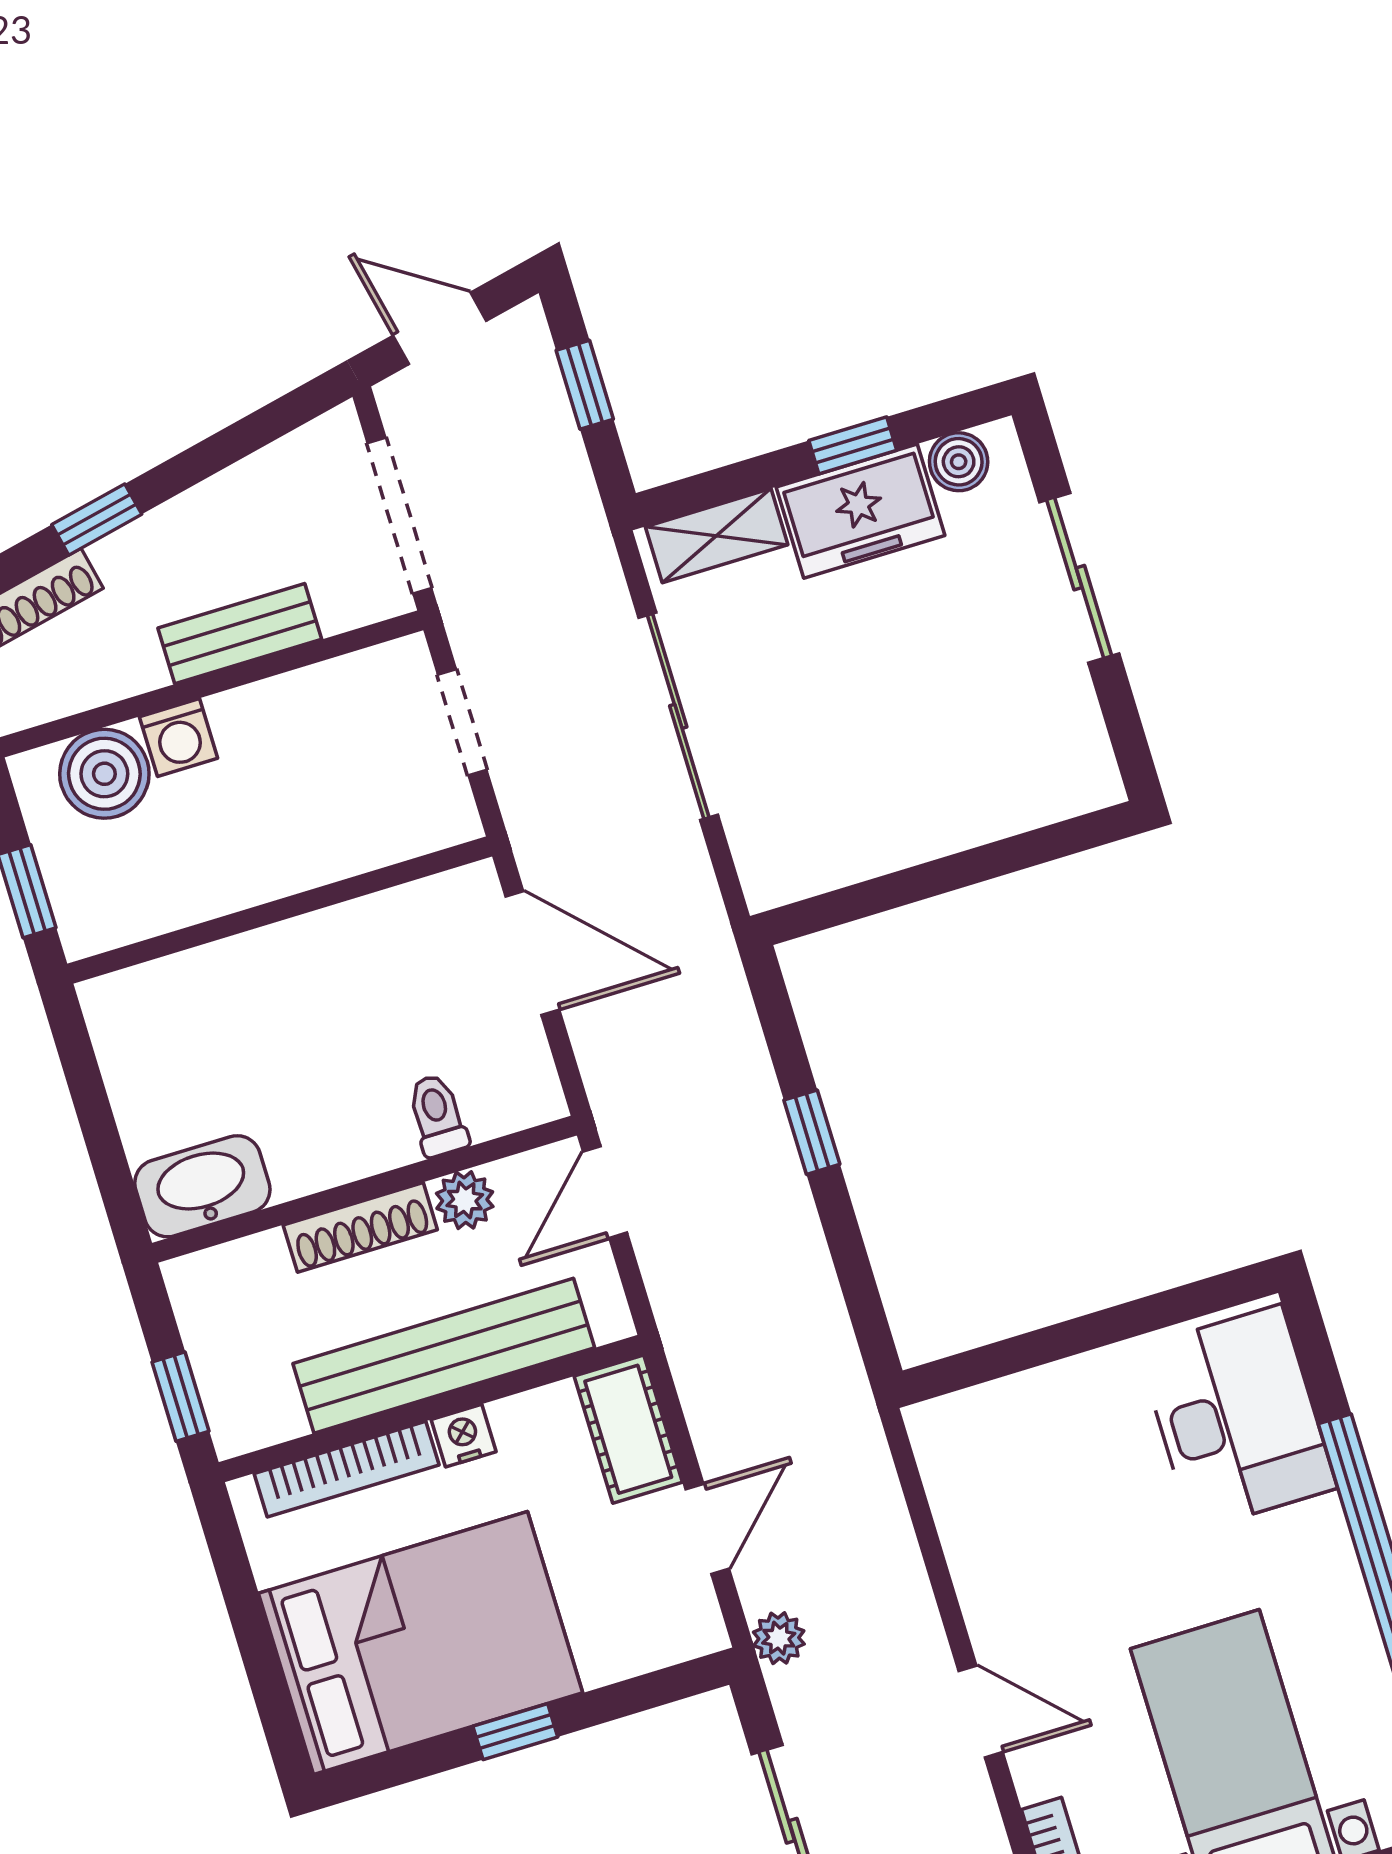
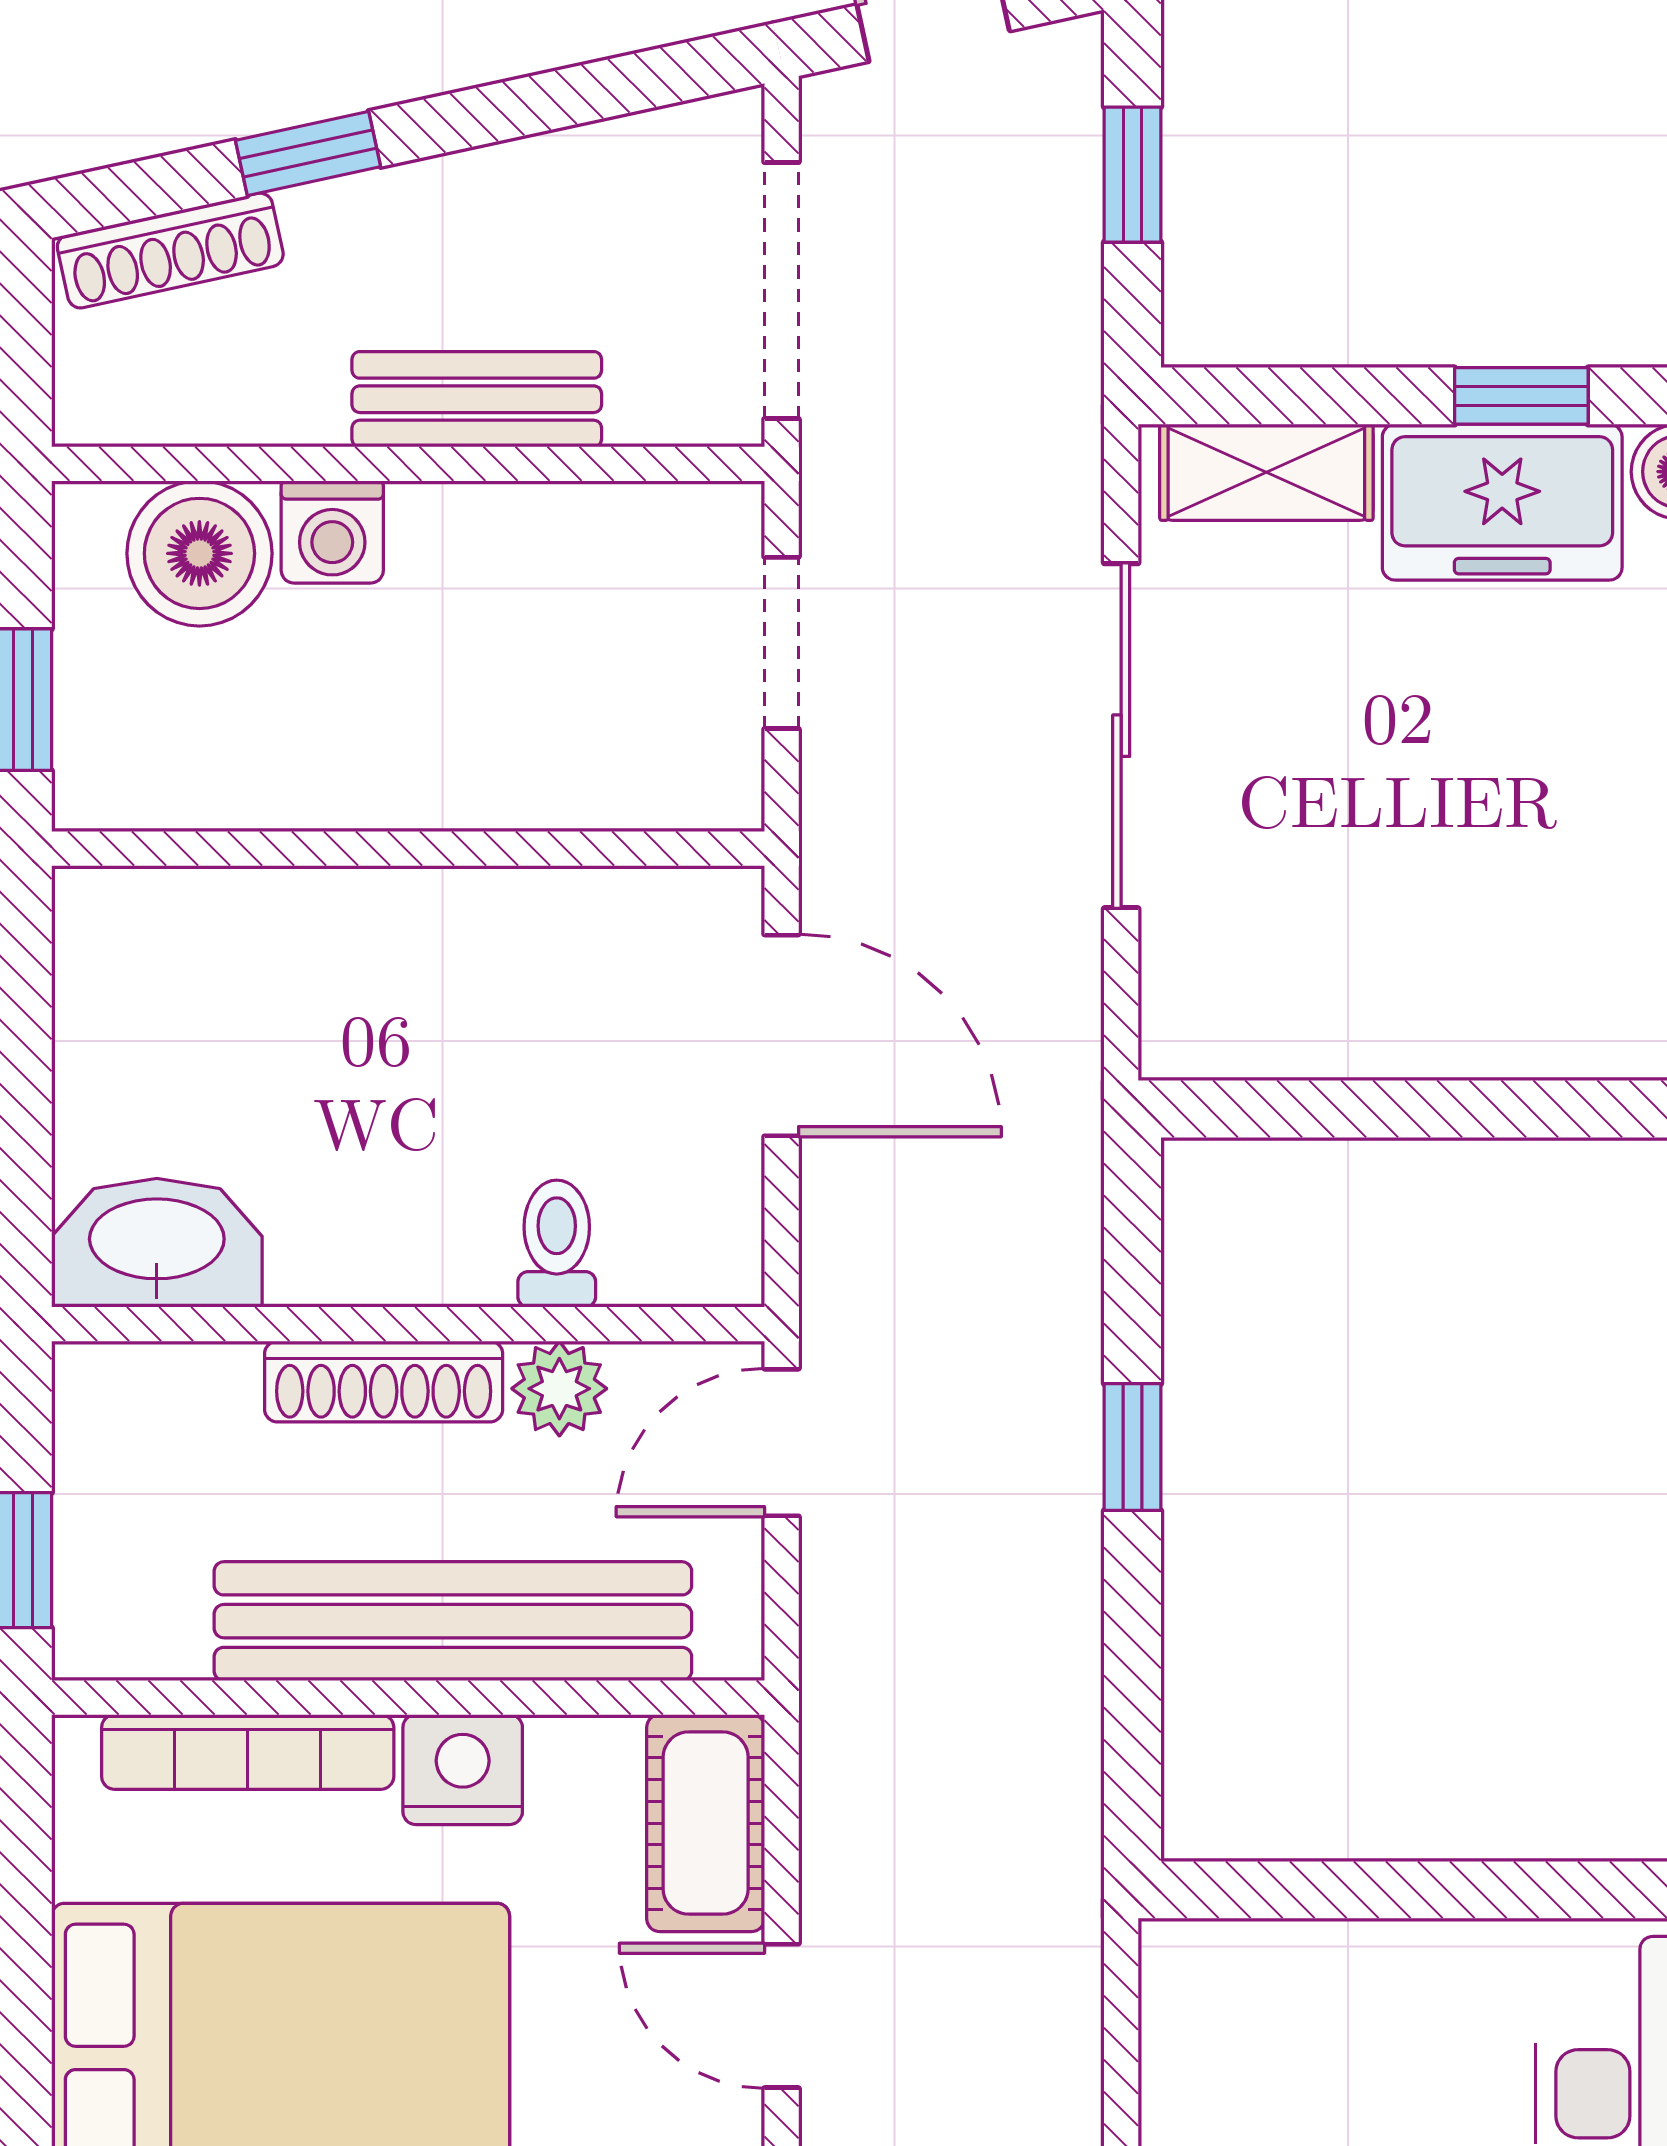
nightstand: (464, 1436) -> (463, 1770), width x1.39, depth x1.35
door: (707, 1529) -> (782, 2016), swing flipped

